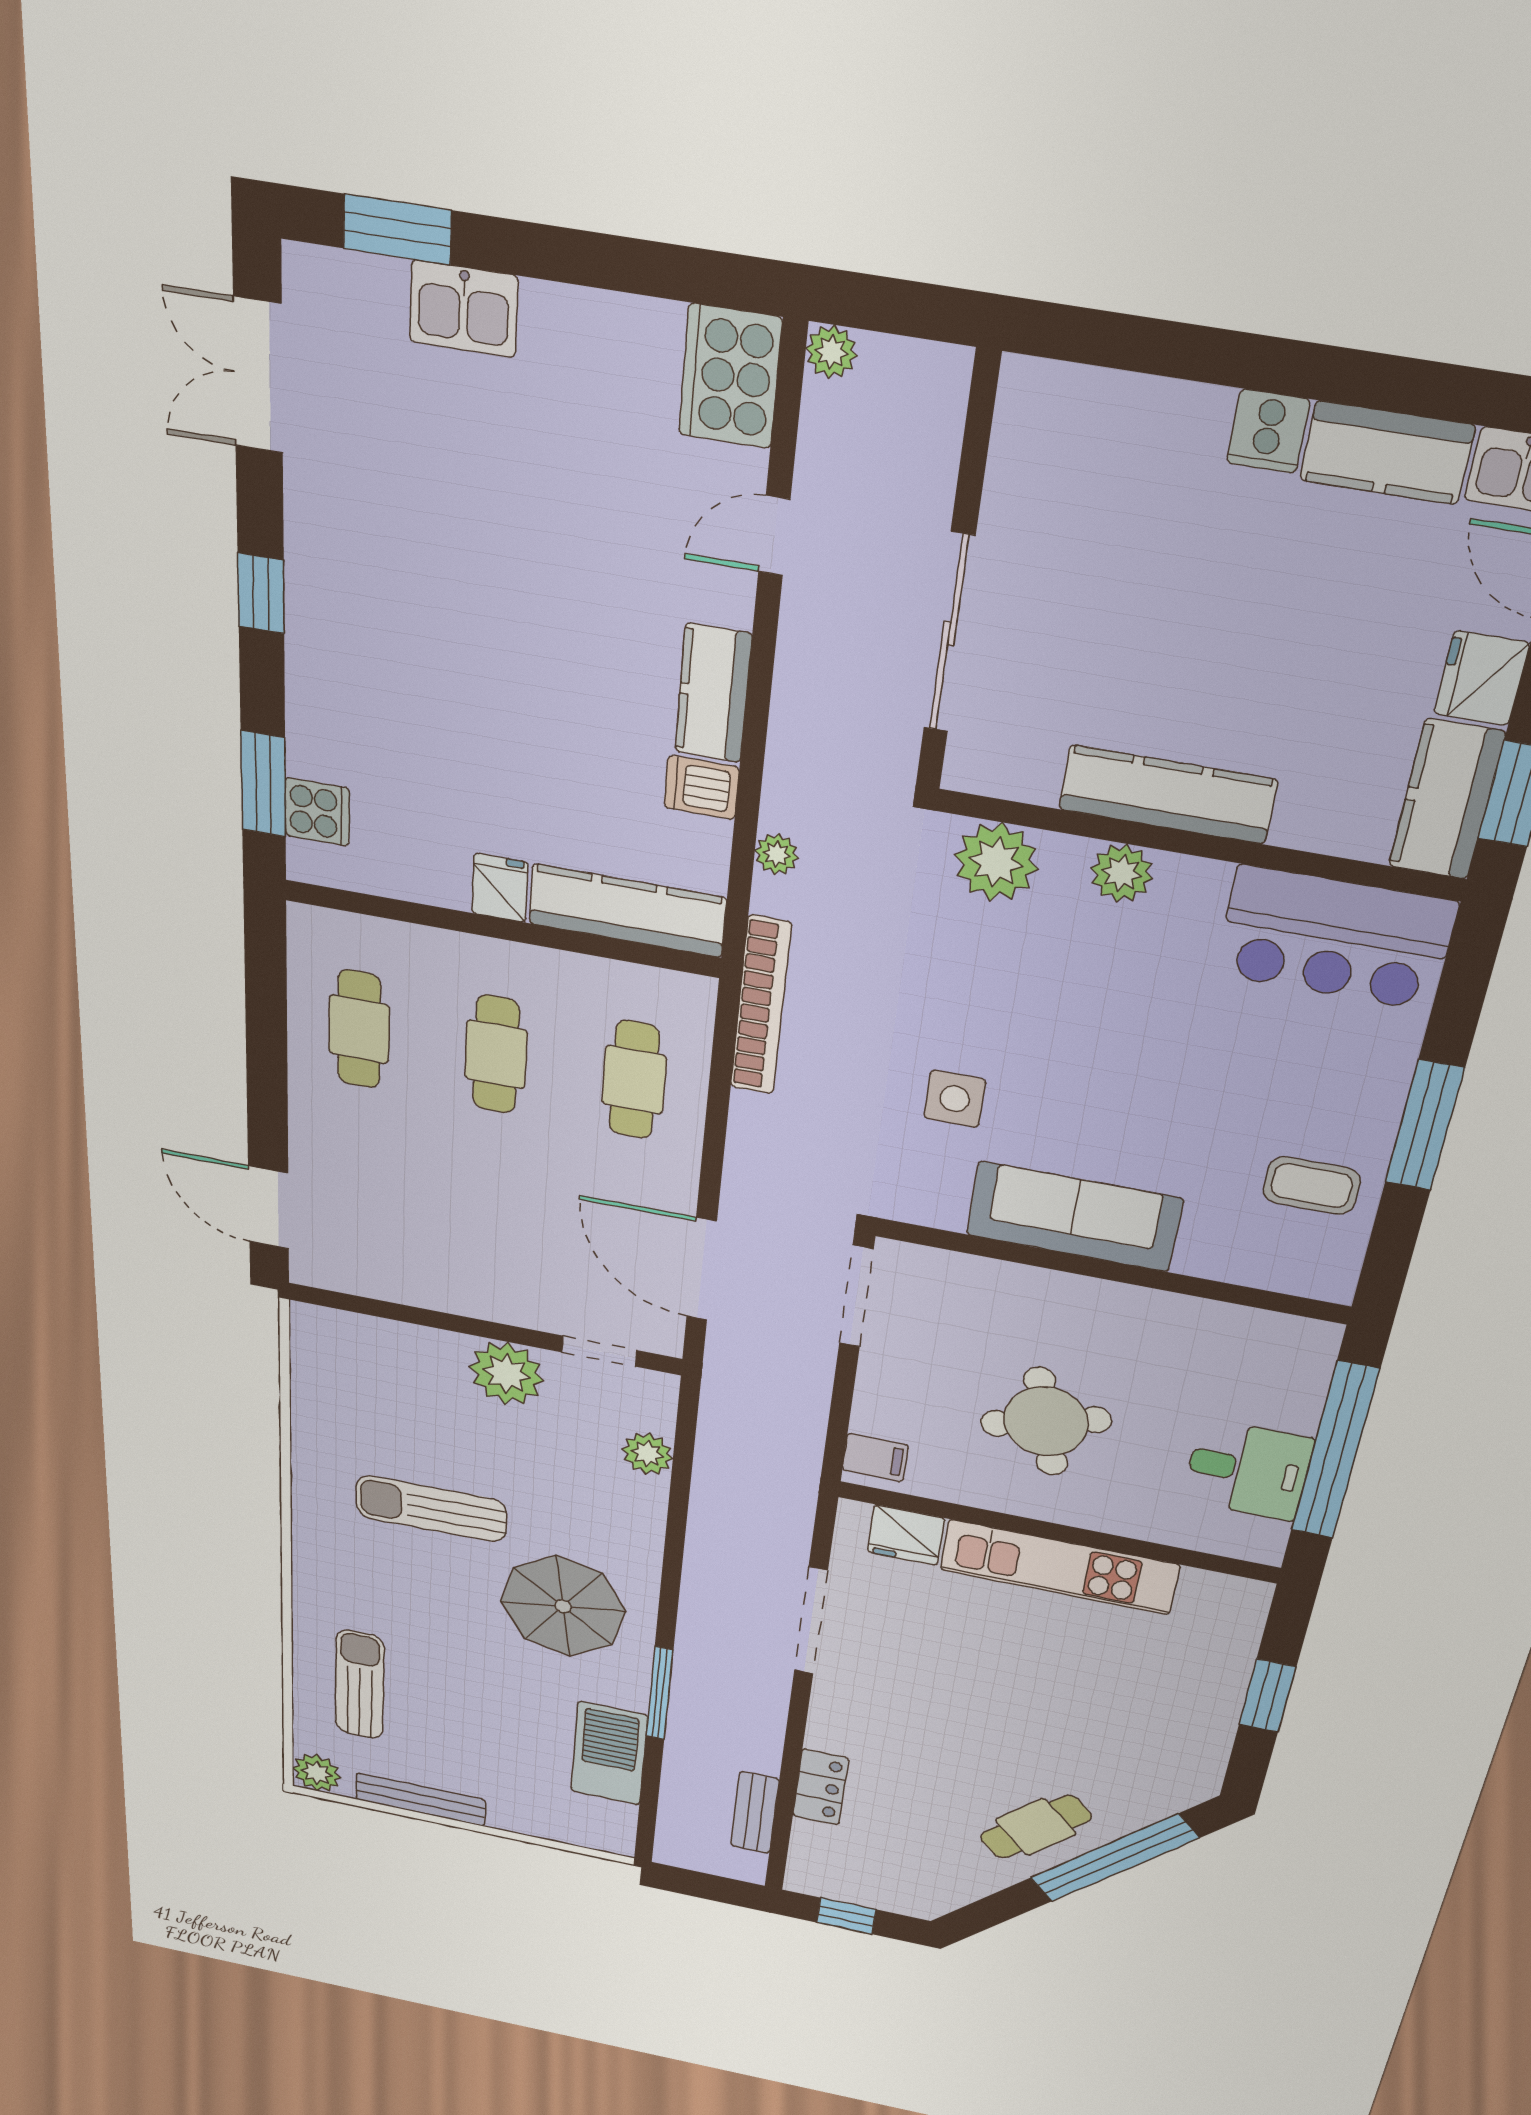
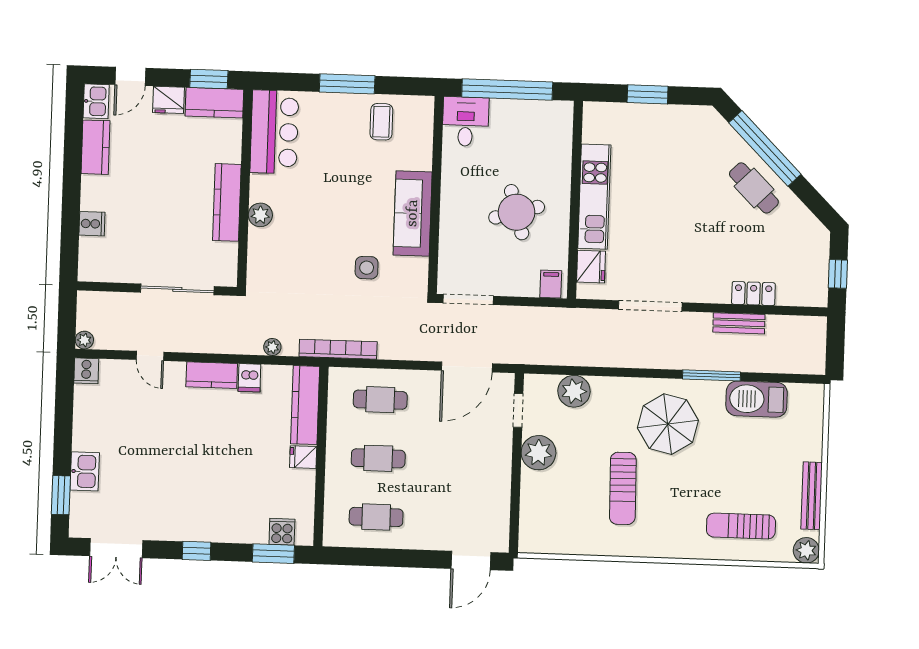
cooker: (730, 376) -> (86, 371), width x0.53, depth x0.76
cooker: (1268, 431) -> (92, 224), moved
plant: (996, 862) -> (263, 262), removed
plant: (648, 1454) -> (574, 391), width x1.36, depth x1.36
desk: (1248, 1470) -> (466, 122), moved
bench: (755, 1813) -> (739, 323), moved

